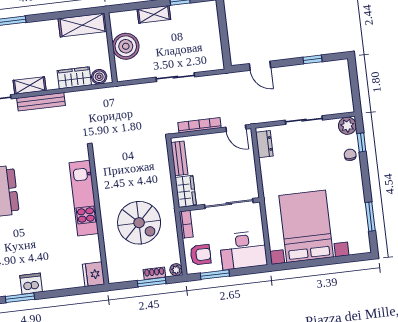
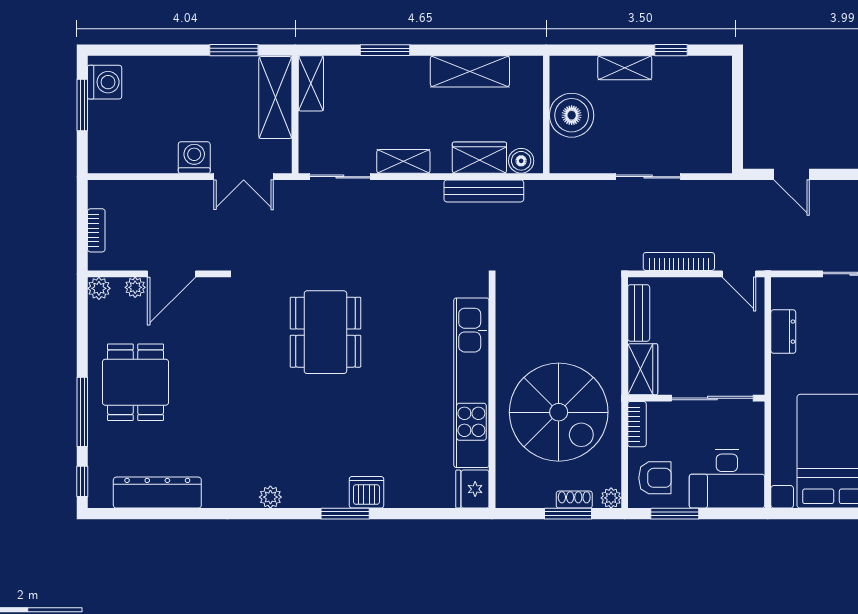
shelving: (82, 25) -> (470, 71), moved
bench: (41, 102) -> (484, 191), moved
dresser: (264, 144) -> (783, 332), moved
kitchen unit: (84, 198) -> (471, 383), width x1.36
spiral stairs: (139, 223) -> (559, 412), width x1.37, depth x1.37

